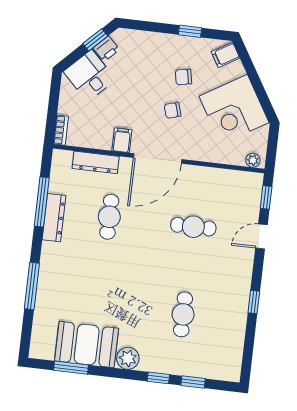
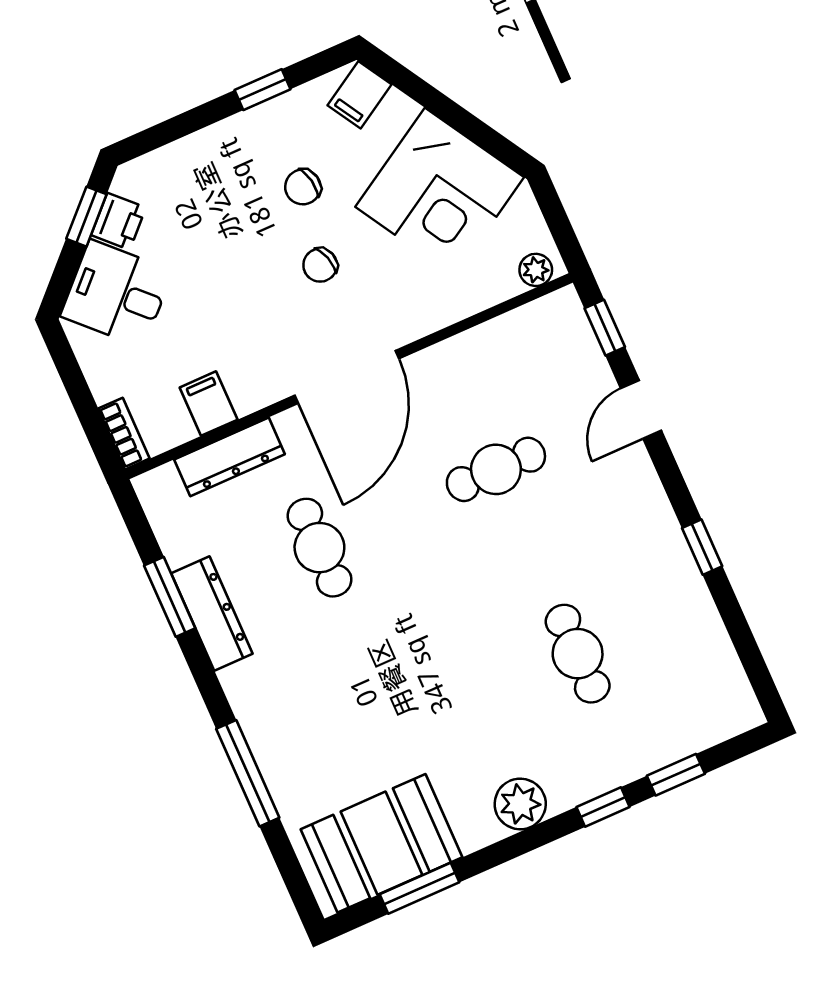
filing cabinet: (122, 140) -> (209, 404), moved
window: (42, 202) -> (170, 597), width x0.69
booth: (87, 345) -> (382, 843), moved

